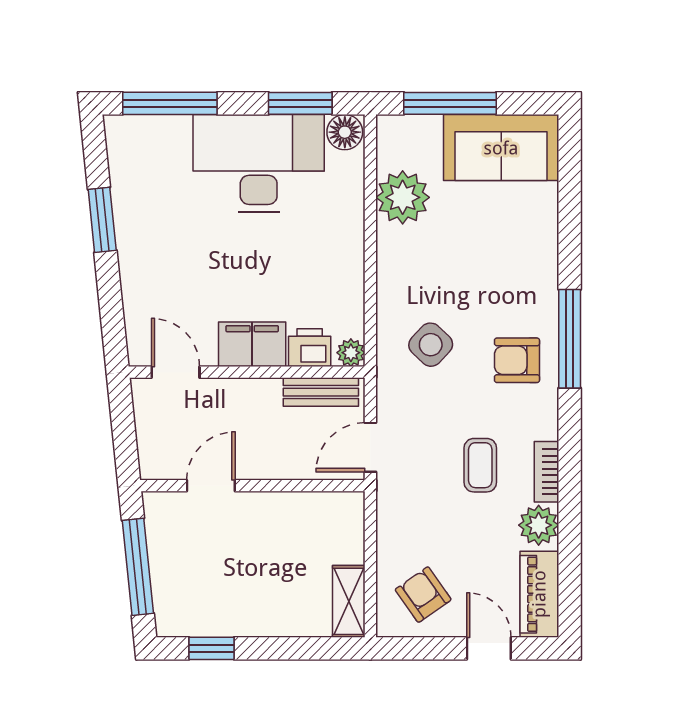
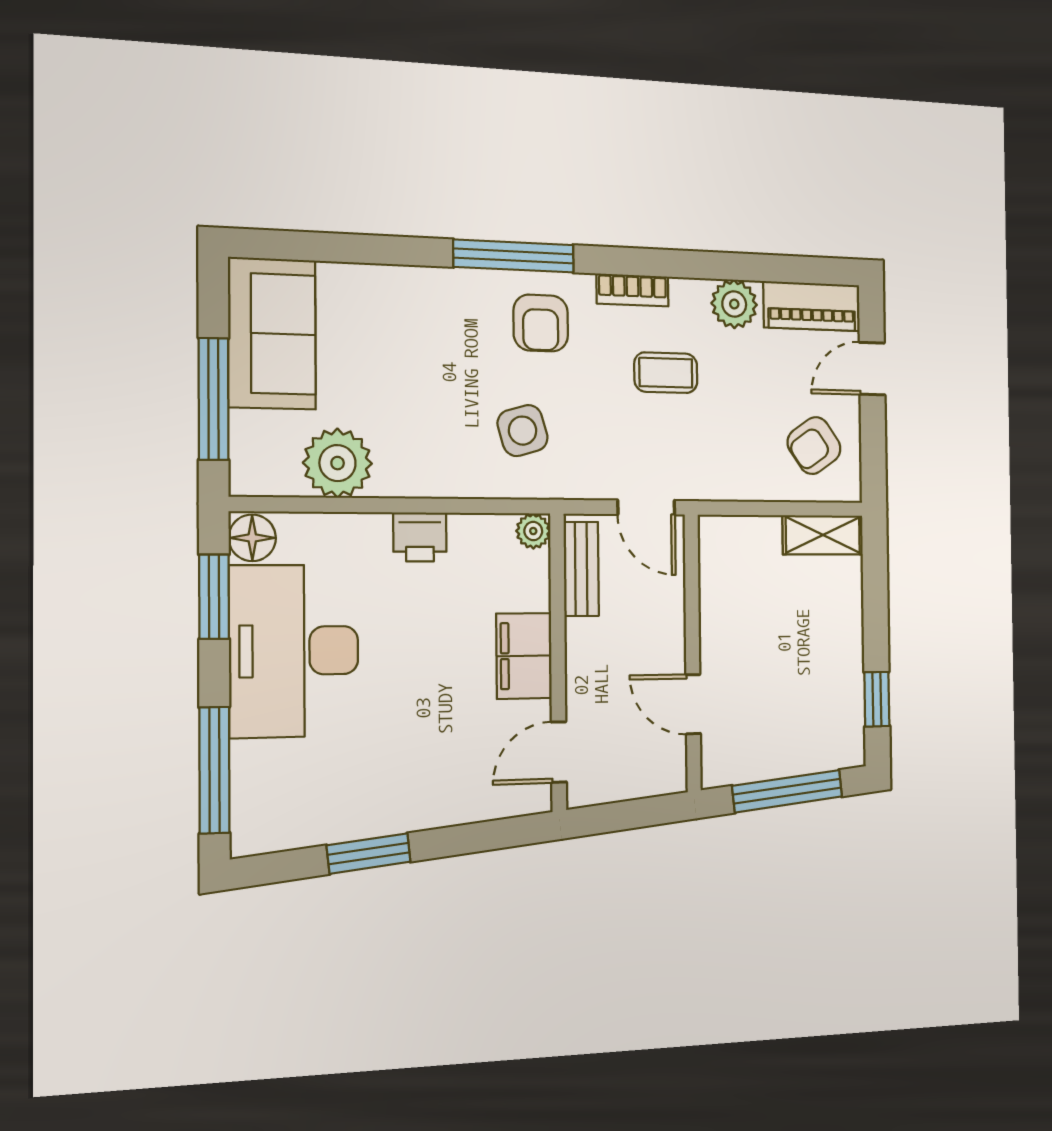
side table: (431, 345) -> (523, 431), turned 31
printer: (310, 348) -> (420, 537), moved, turned -90
bookcase: (547, 472) -> (633, 290), moved

